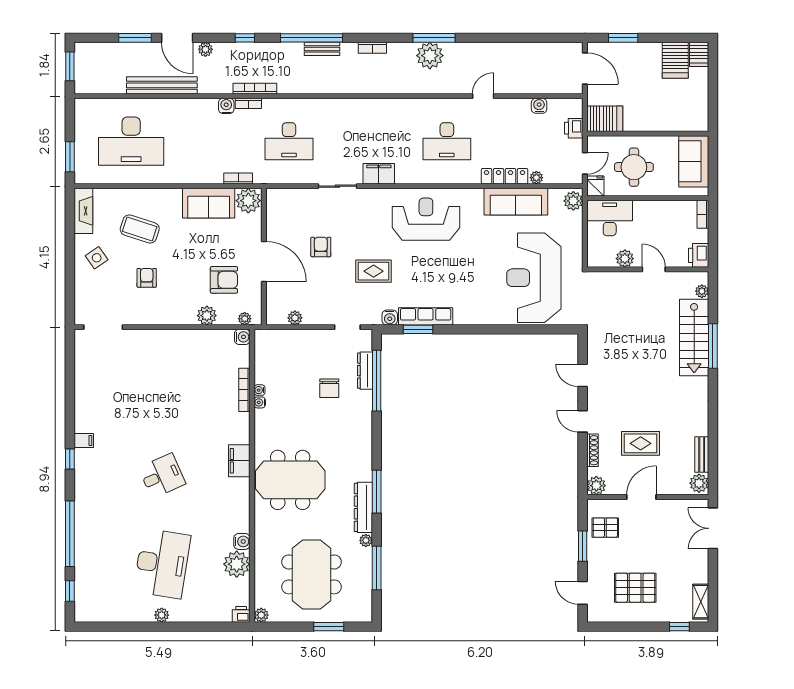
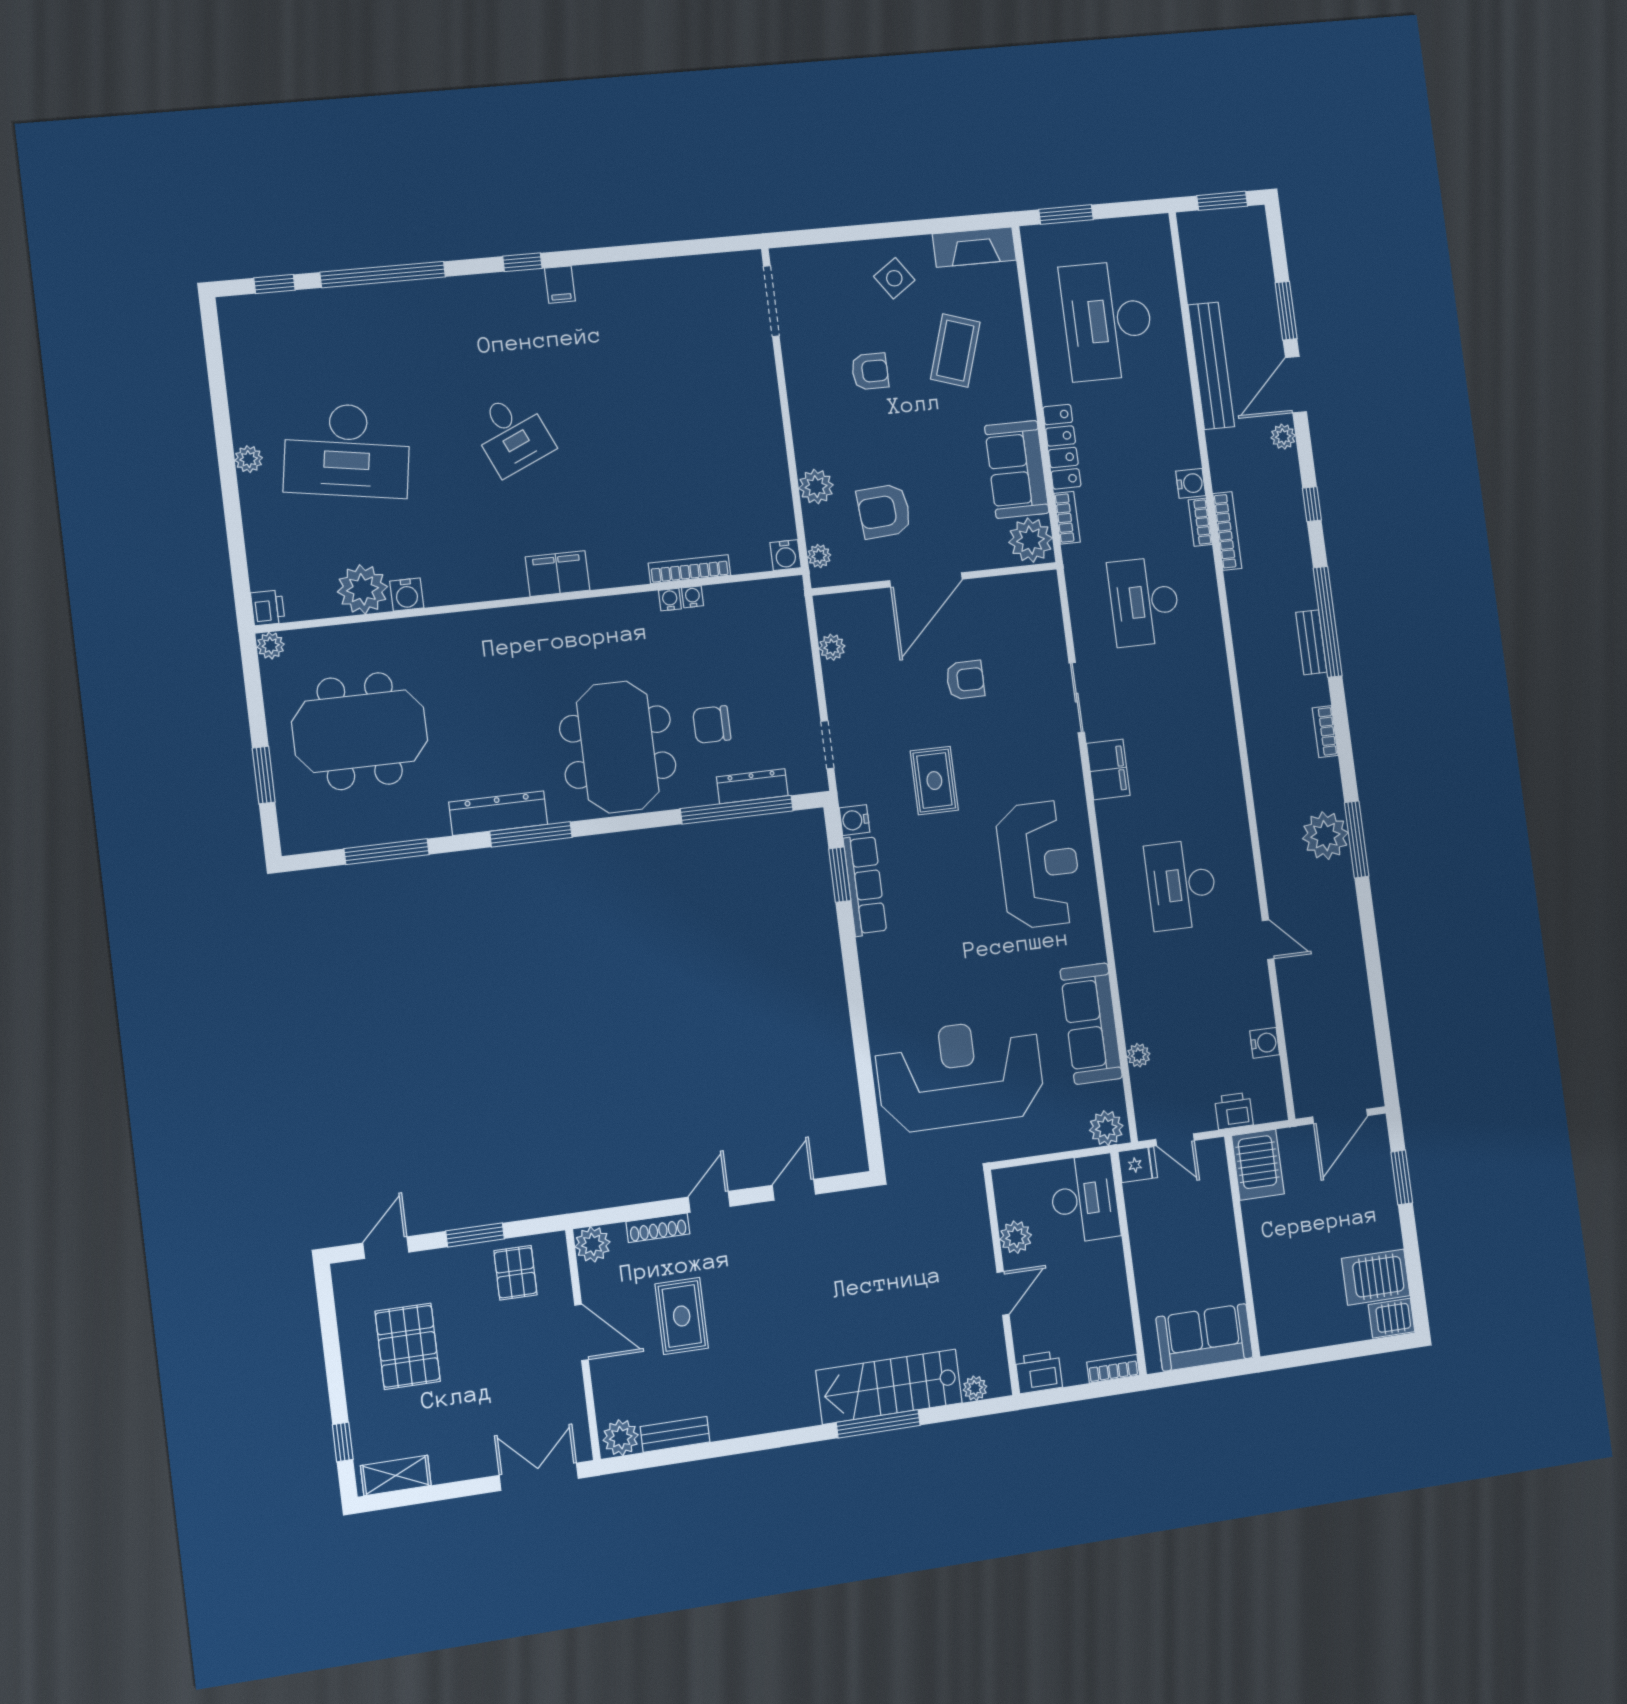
round table: (634, 167) -> (1180, 1230), removed
locker: (505, 176) -> (1062, 447), moved
armchair: (224, 280) -> (884, 511), turned 86
meeting table: (290, 480) -> (618, 747), moved
plant: (366, 540) -> (437, 826), removed

